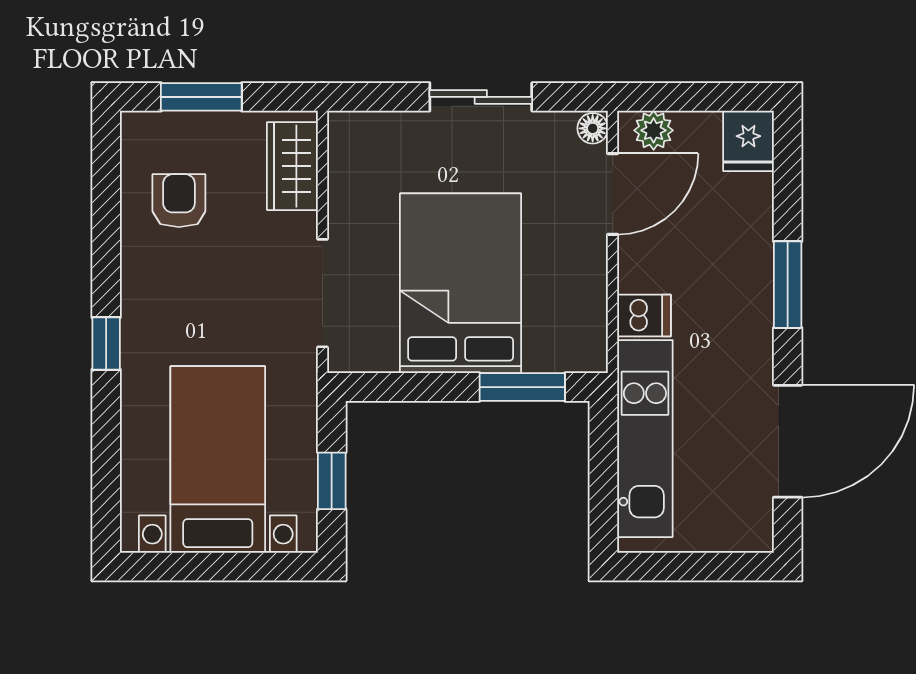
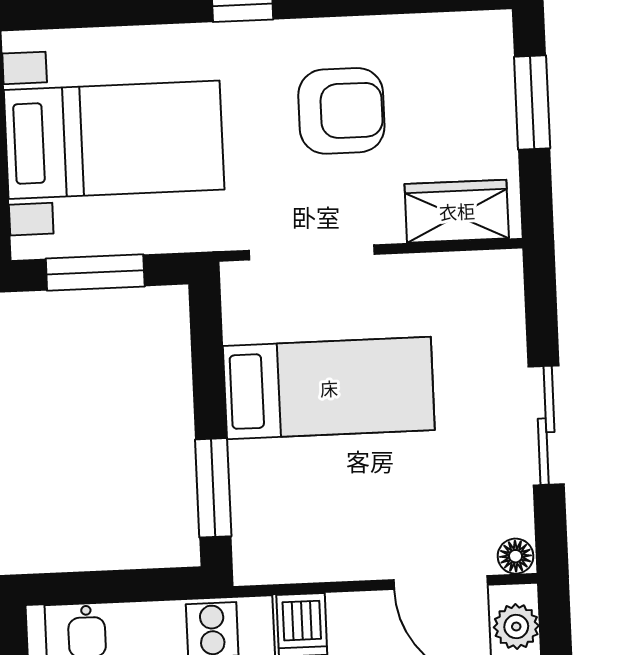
armchair: (179, 201) -> (341, 111), moved, width x1.38, depth x1.38
bed: (461, 283) -> (329, 388), width x0.67
window: (332, 481) -> (95, 272), width x1.50

